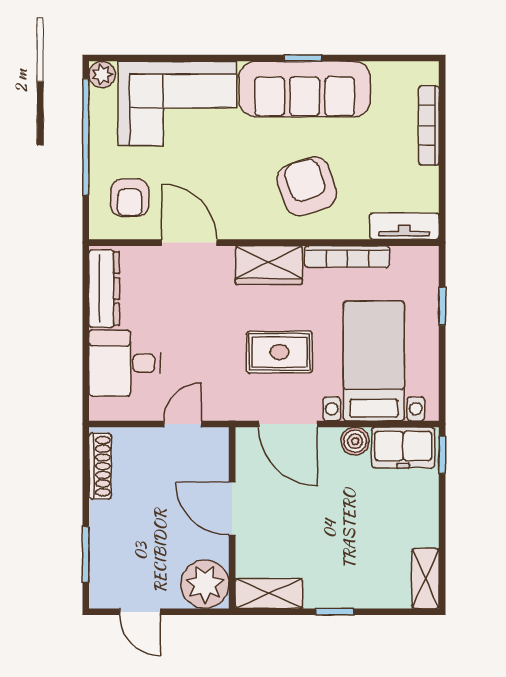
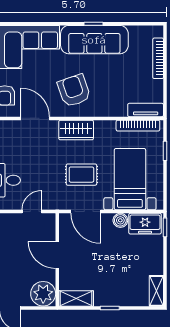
armchair: (307, 186) -> (74, 91), moved
bookcase: (347, 257) -> (138, 126), moved

